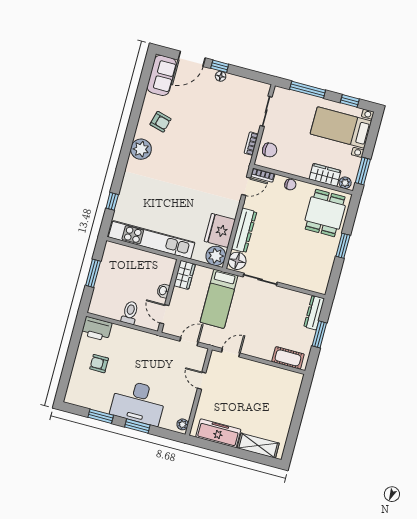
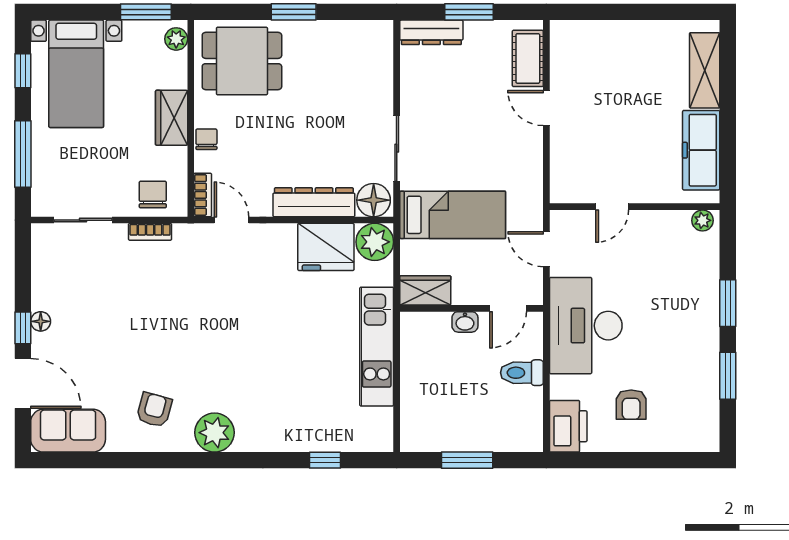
wardrobe: (325, 175) -> (172, 118), moved
kitchen unit: (152, 240) -> (377, 347), width x0.73
door: (231, 353) -> (546, 108), moved
desk: (138, 402) -> (586, 326), moved, turned 180

